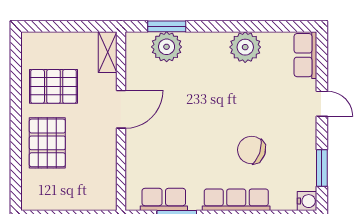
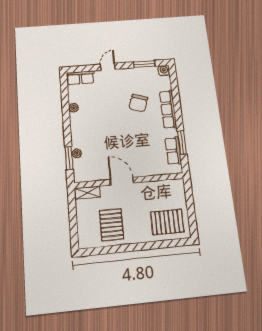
plant: (167, 47) -> (77, 153), width x0.53, depth x0.53
plant: (245, 47) -> (74, 108), width x0.53, depth x0.53
pallet: (47, 143) -> (167, 222), moved

